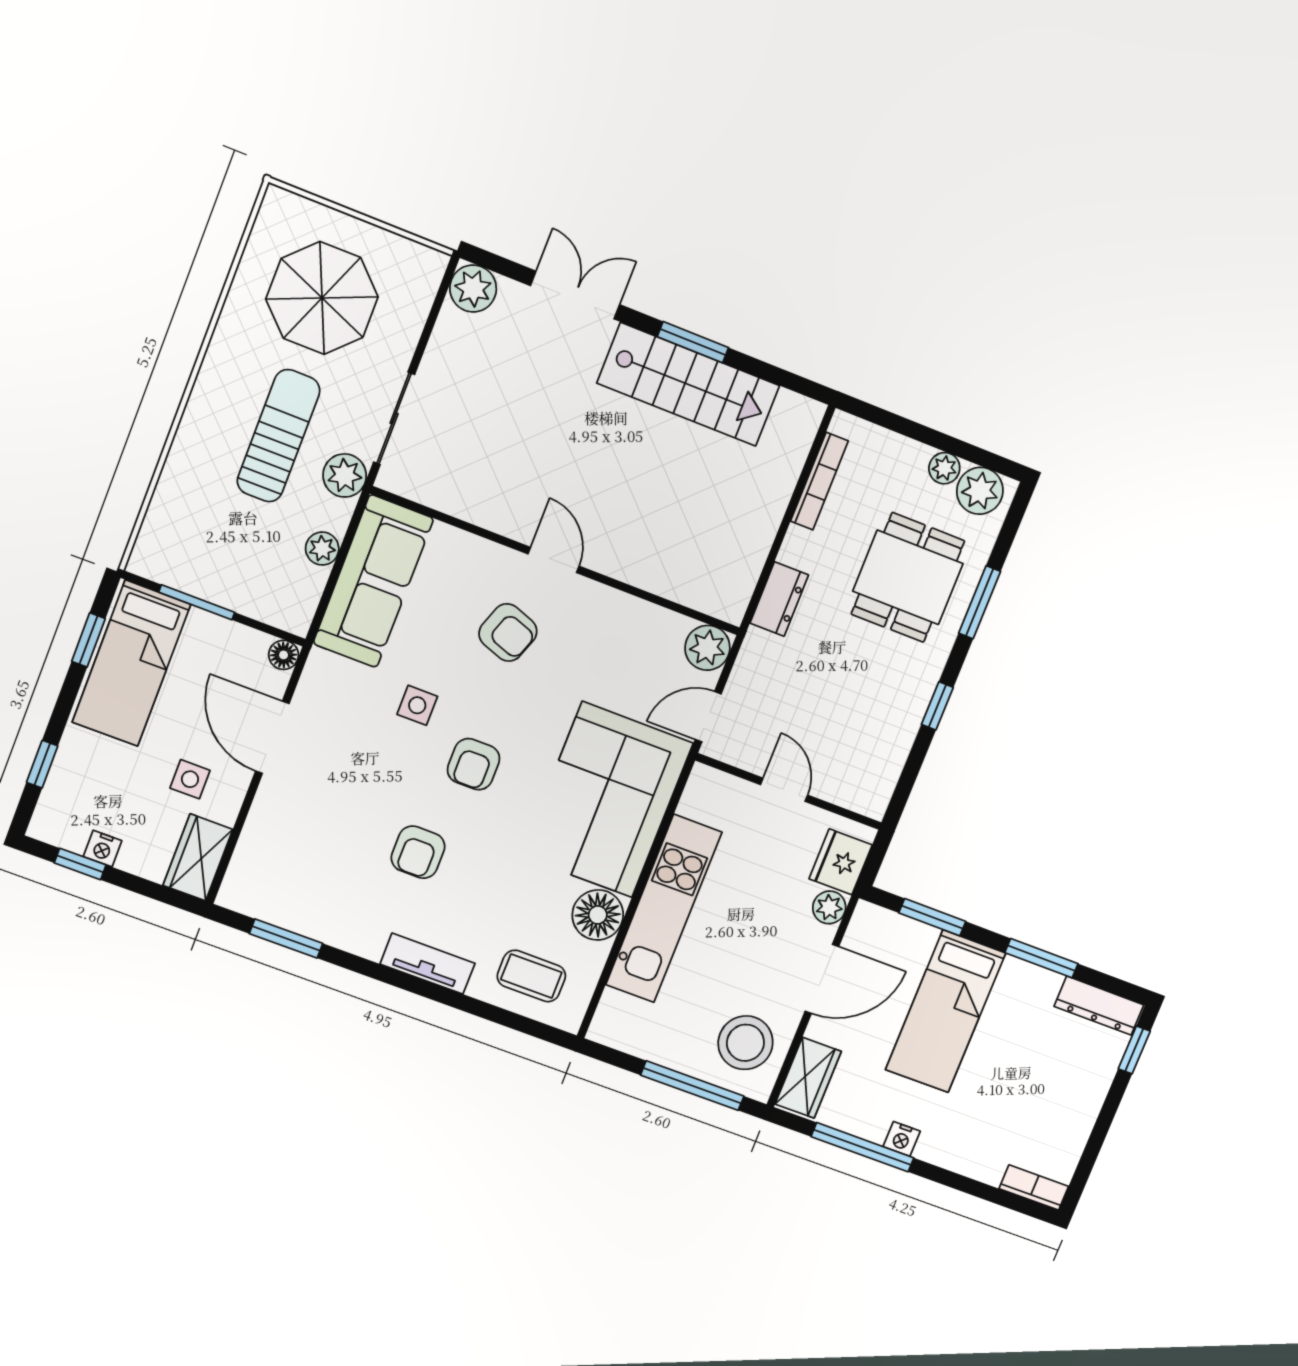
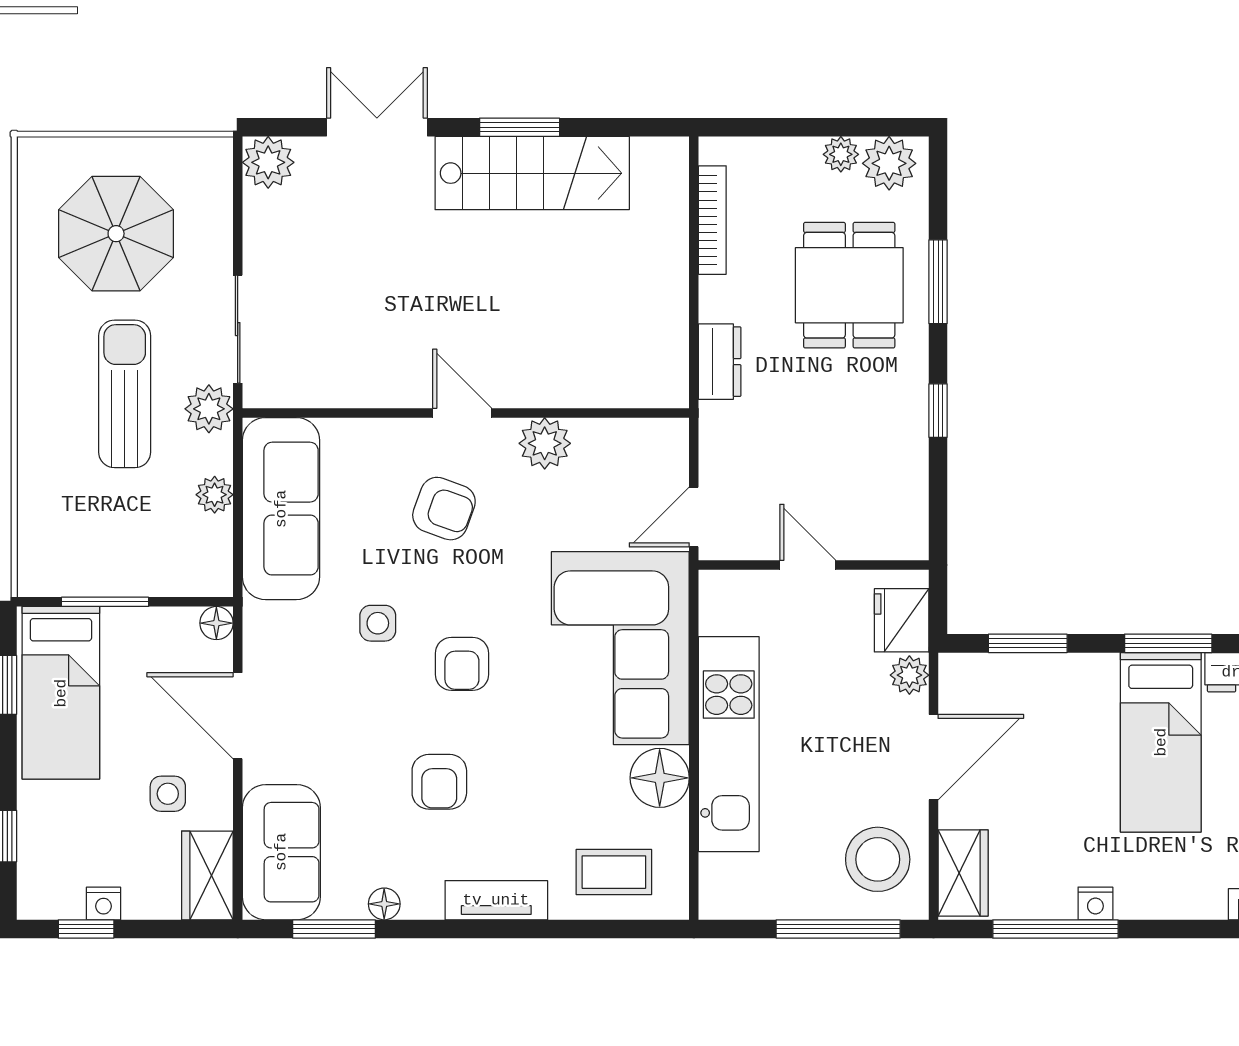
plant: (707, 648) -> (545, 443), moved
sofa: (266, 861) -> (281, 852), added
floor lamp: (335, 933) -> (384, 904), added
bed: (945, 1011) -> (1161, 742), moved

